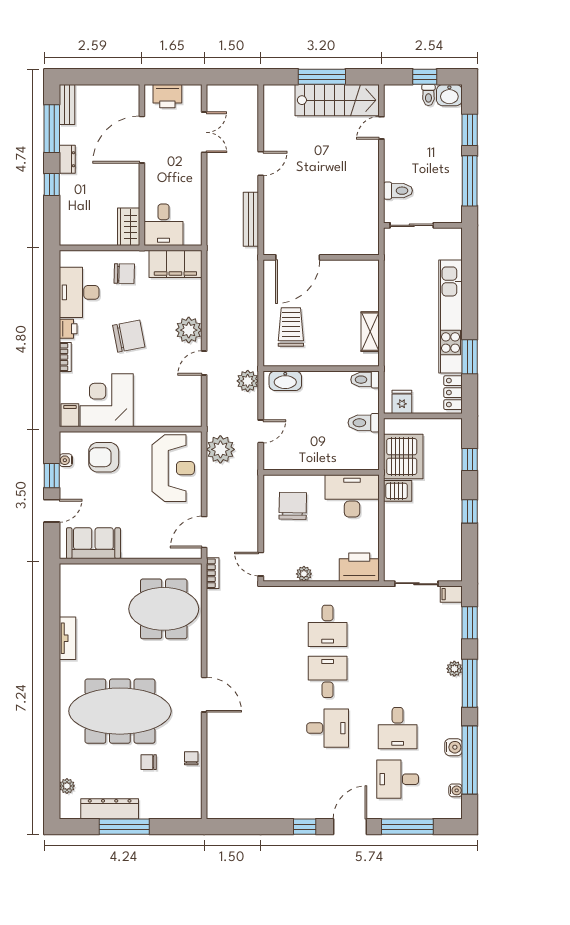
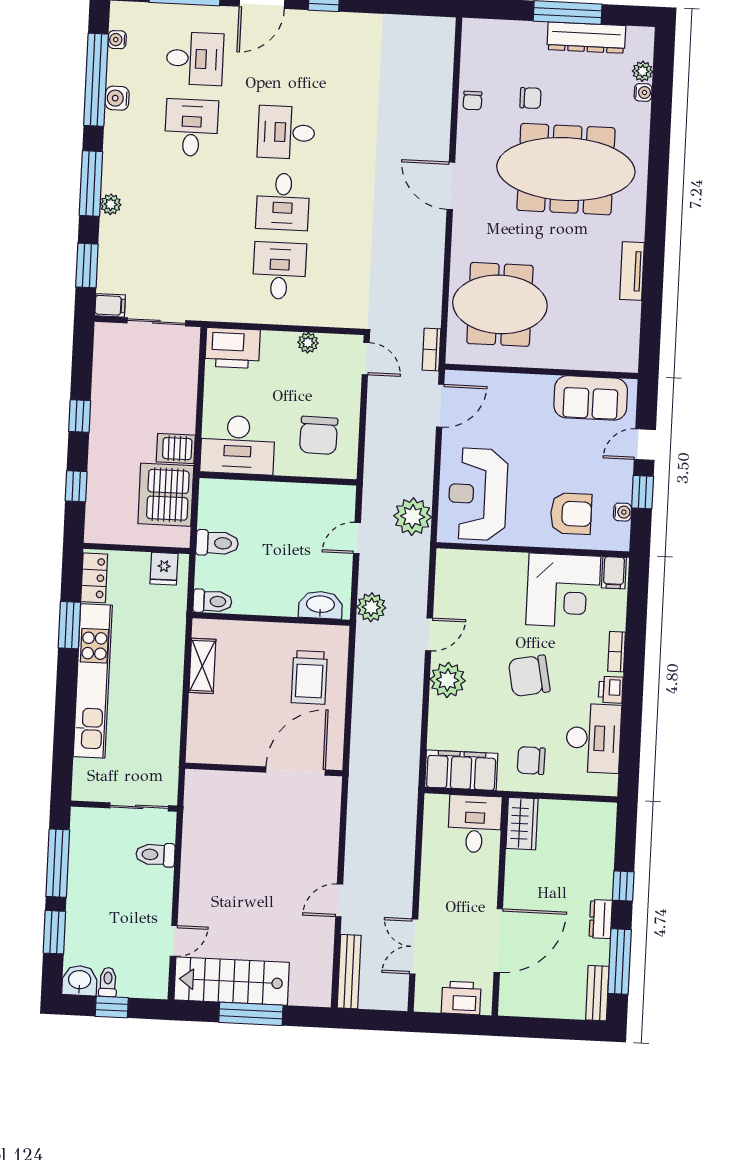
bench: (251, 219) -> (349, 972), moved
water cooler: (66, 770) -> (643, 92), added

